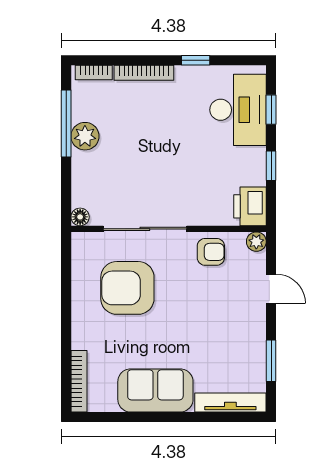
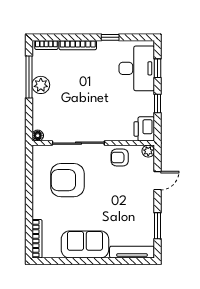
armchair: (211, 252) -> (120, 158), turned 180
door: (271, 289) -> (157, 181), hinge flipped

